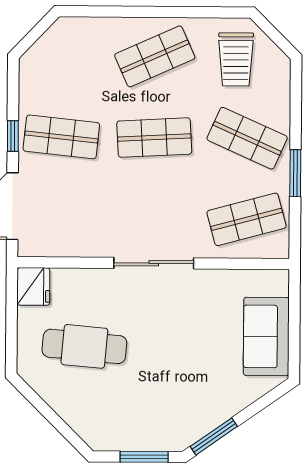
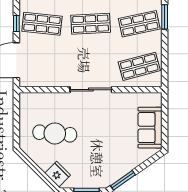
shop shelf: (247, 138) -> (139, 24), turned -36
window: (295, 173) -> (165, 17), moved
fridge: (33, 286) -> (58, 174), moved, turned -45

